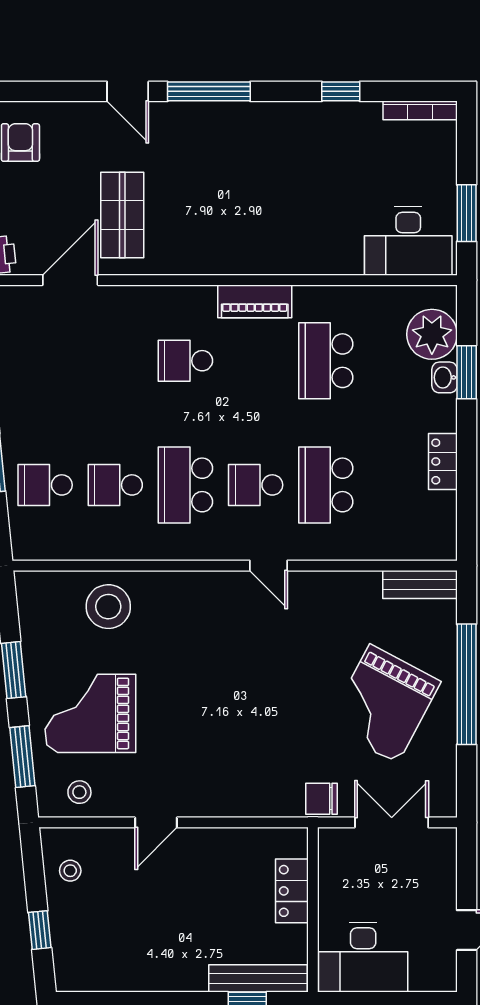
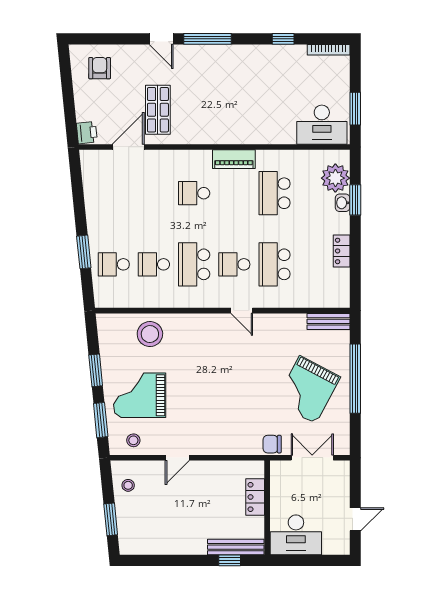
window: (40, 930) -> (111, 519), width x1.50

